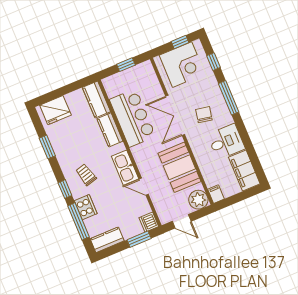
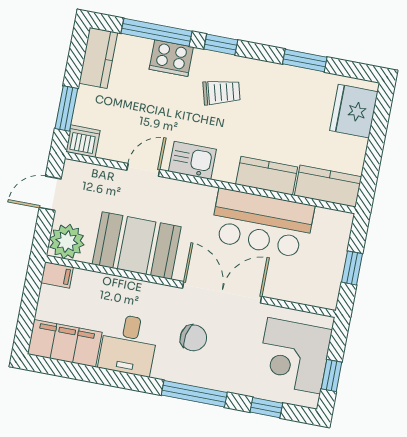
kitchen sink: (125, 168) -> (192, 160), width x0.73

